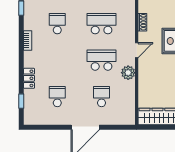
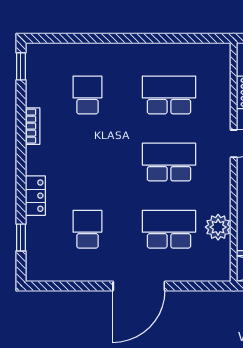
plant: (128, 73) -> (218, 227), moved
school desk: (102, 97) -> (169, 229), width x1.85

